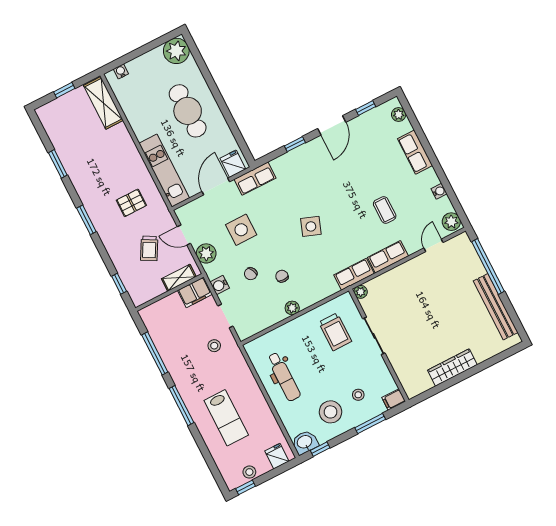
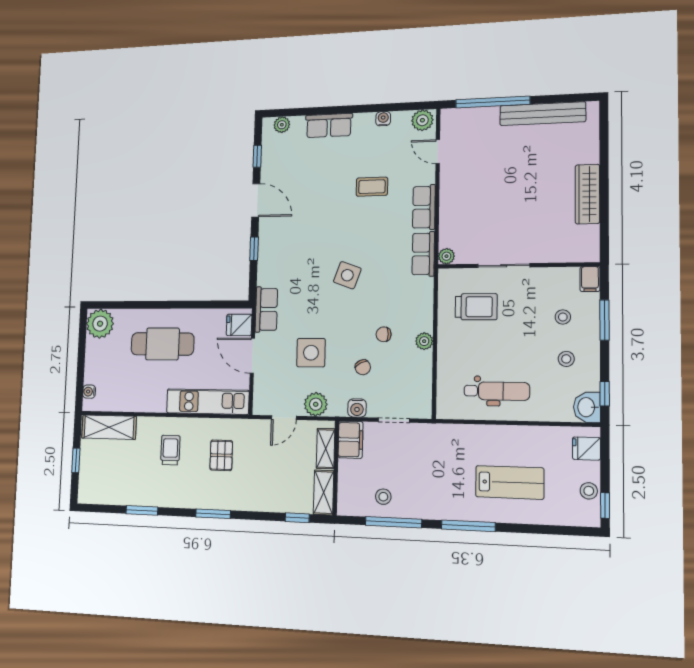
trolley: (149, 248) -> (170, 450), moved, turned -119
shelving: (147, 293) -> (324, 492), added
stool: (214, 346) -> (383, 497), moved
stool: (330, 412) -> (566, 359), width x0.53, depth x0.53

